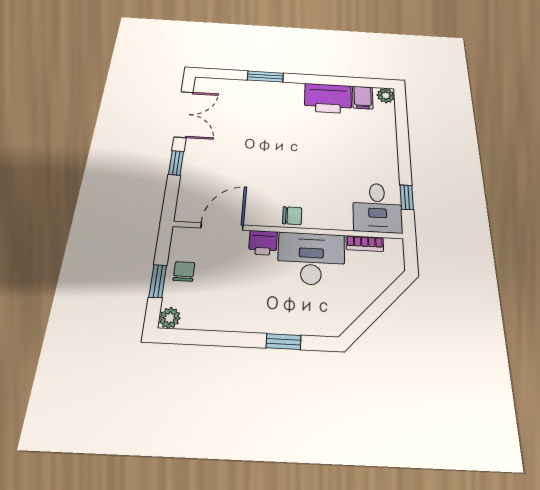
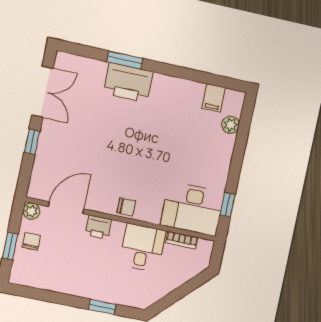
plant: (386, 96) -> (231, 125), moved
printer: (328, 98) -> (128, 82), moved
desk: (377, 208) -> (193, 209), width x1.37
desk: (311, 259) -> (143, 248), width x0.73
plant: (170, 318) -> (31, 211), moved

